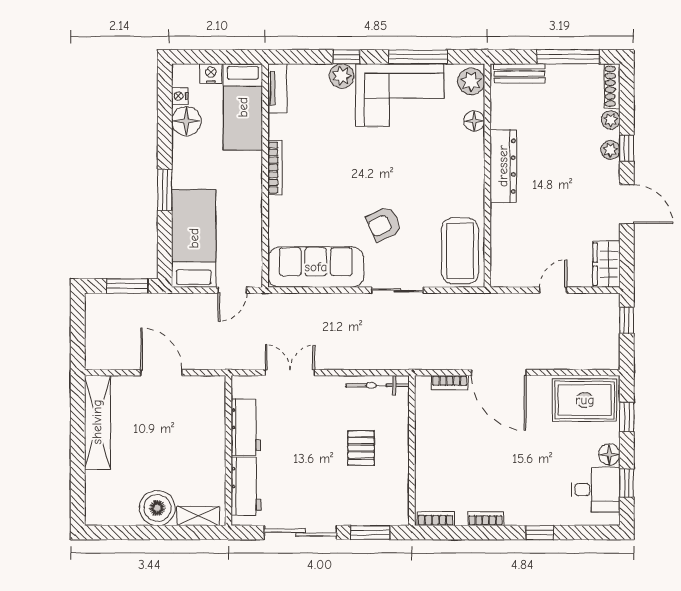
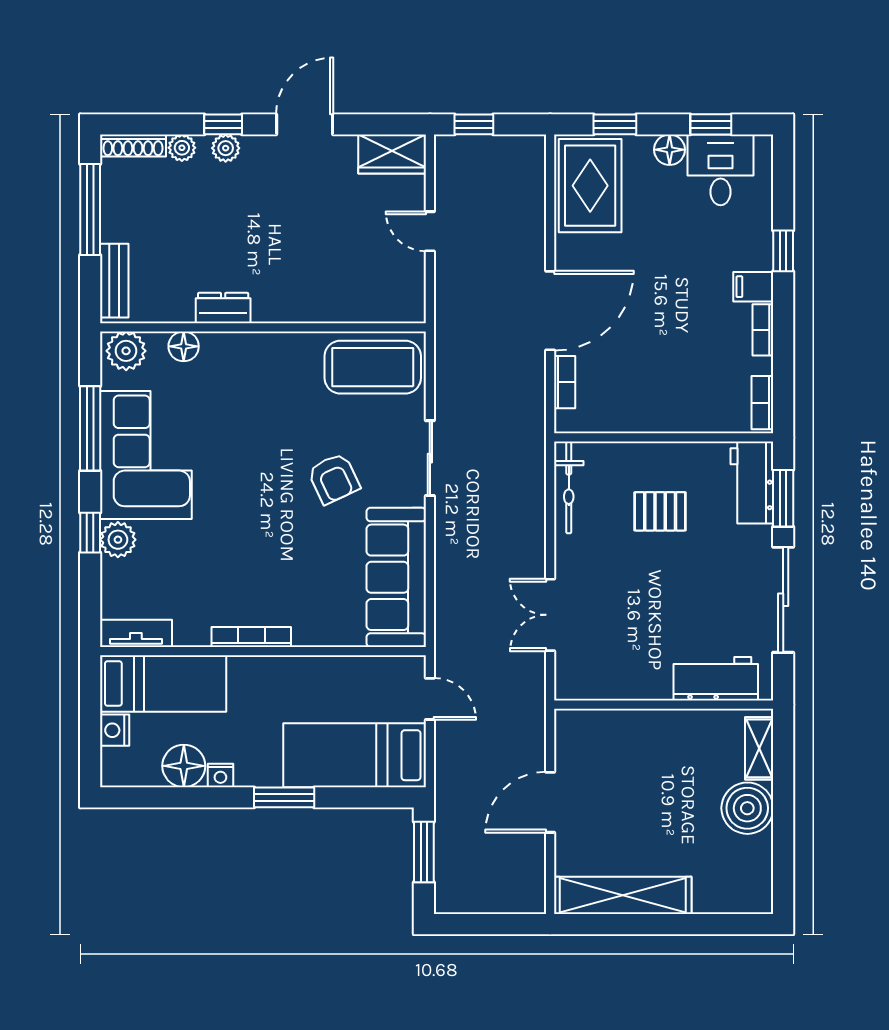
nightstand: (180, 96) -> (220, 775), moved
dresser: (503, 166) -> (223, 308), width x0.51, depth x0.80
workbench: (246, 427) -> (752, 483), moved, turned -90
filing cabinet: (515, 512) -> (753, 287), added

